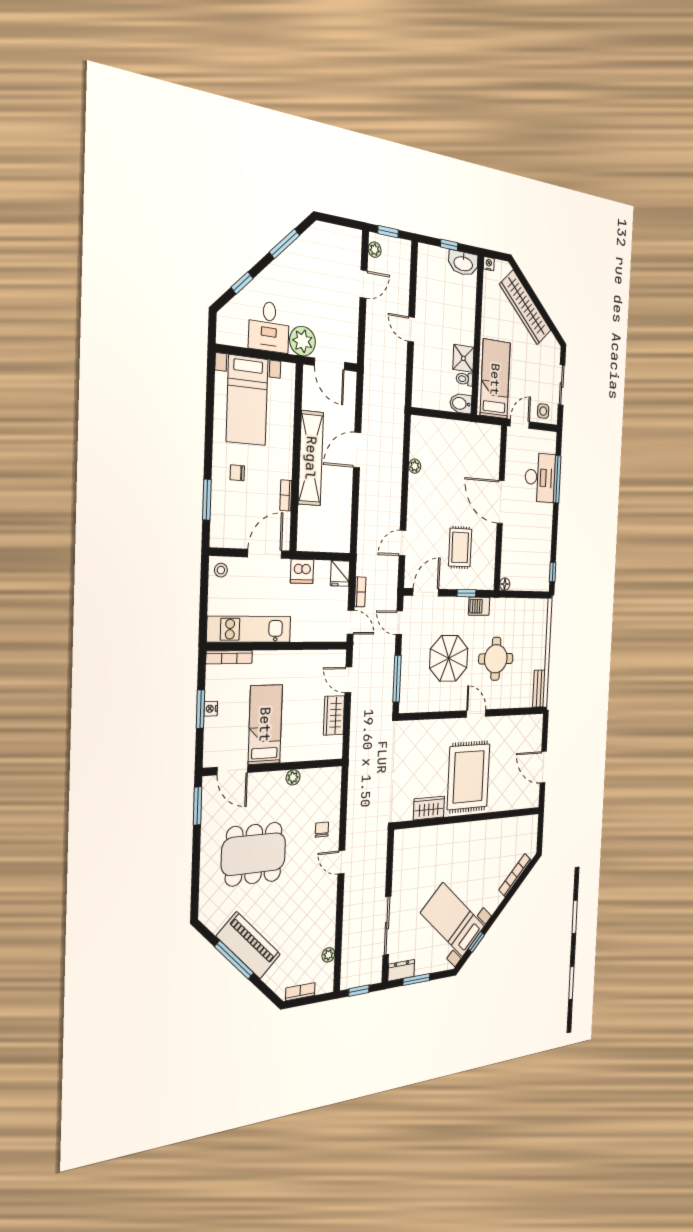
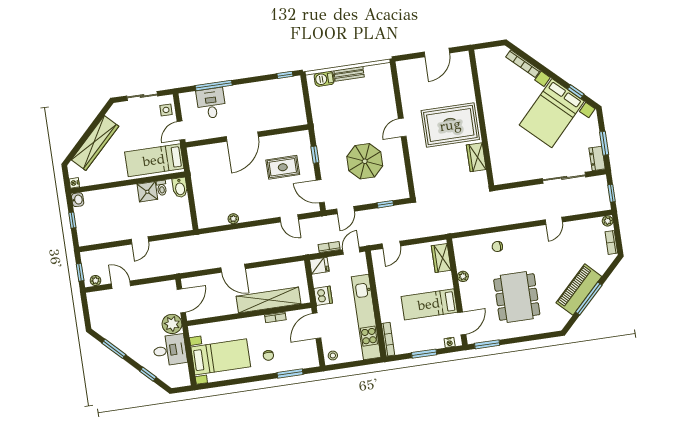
washbasin: (463, 263) -> (78, 200), width x0.52, depth x0.69
door: (520, 424) -> (181, 131), hinge flipped
shelving: (311, 458) -> (269, 300), moved
desk: (540, 478) -> (211, 103), width x0.73
door: (265, 554) -> (317, 326), hinge flipped
floor lamp: (505, 584) -> (302, 120), removed
barbecue: (479, 606) -> (324, 79), moved, turned 90
kitchen unit: (249, 629) -> (366, 317), width x1.36
round table: (496, 659) -> (359, 117), removed
window: (397, 679) -> (385, 204), width x0.46
bench: (539, 689) -> (349, 74), moved
nightstand: (211, 709) -> (450, 342), moved
wardrobe: (334, 715) -> (441, 258), moved, turned 90
door: (341, 862) -> (554, 221), moved
bed with nightstands: (453, 920) -> (552, 113), width x1.36
plant: (328, 955) -> (608, 221), moved

